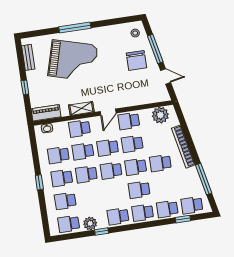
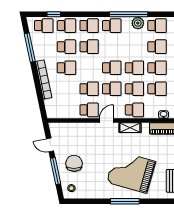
plant: (160, 115) -> (60, 111), removed
school desk: (136, 167) -> (66, 47), moved
window: (102, 231) -> (129, 14), width x3.17

